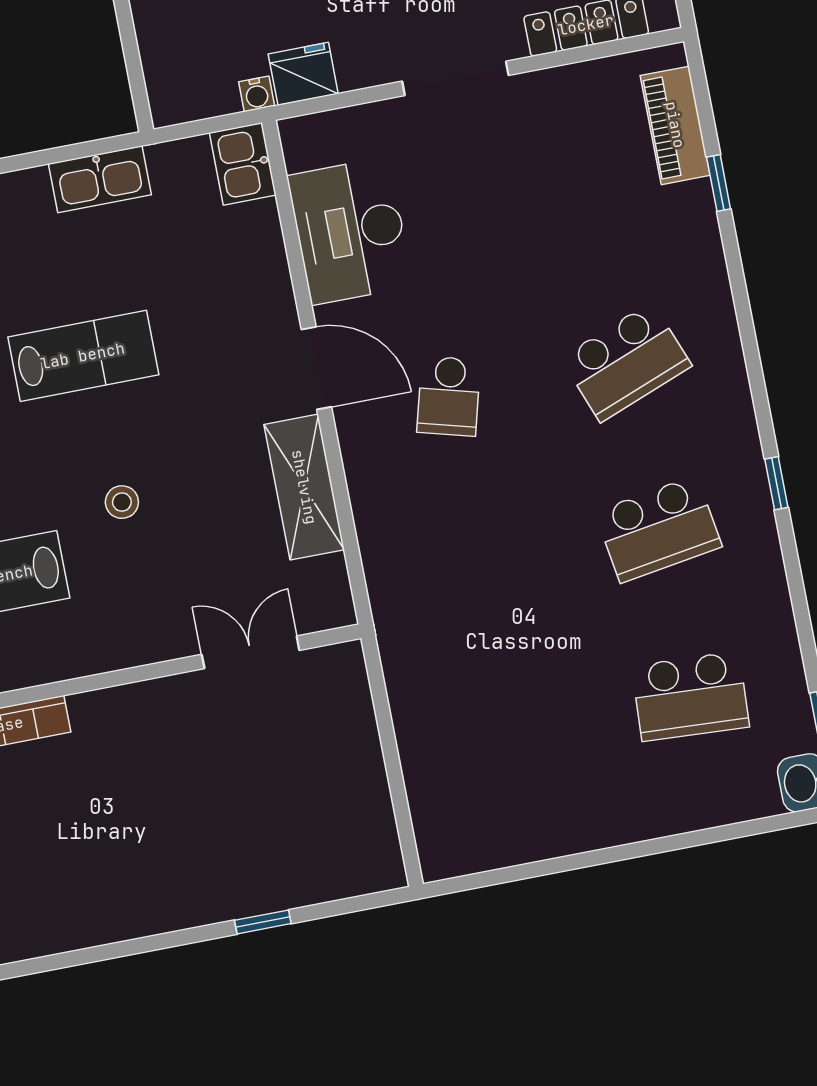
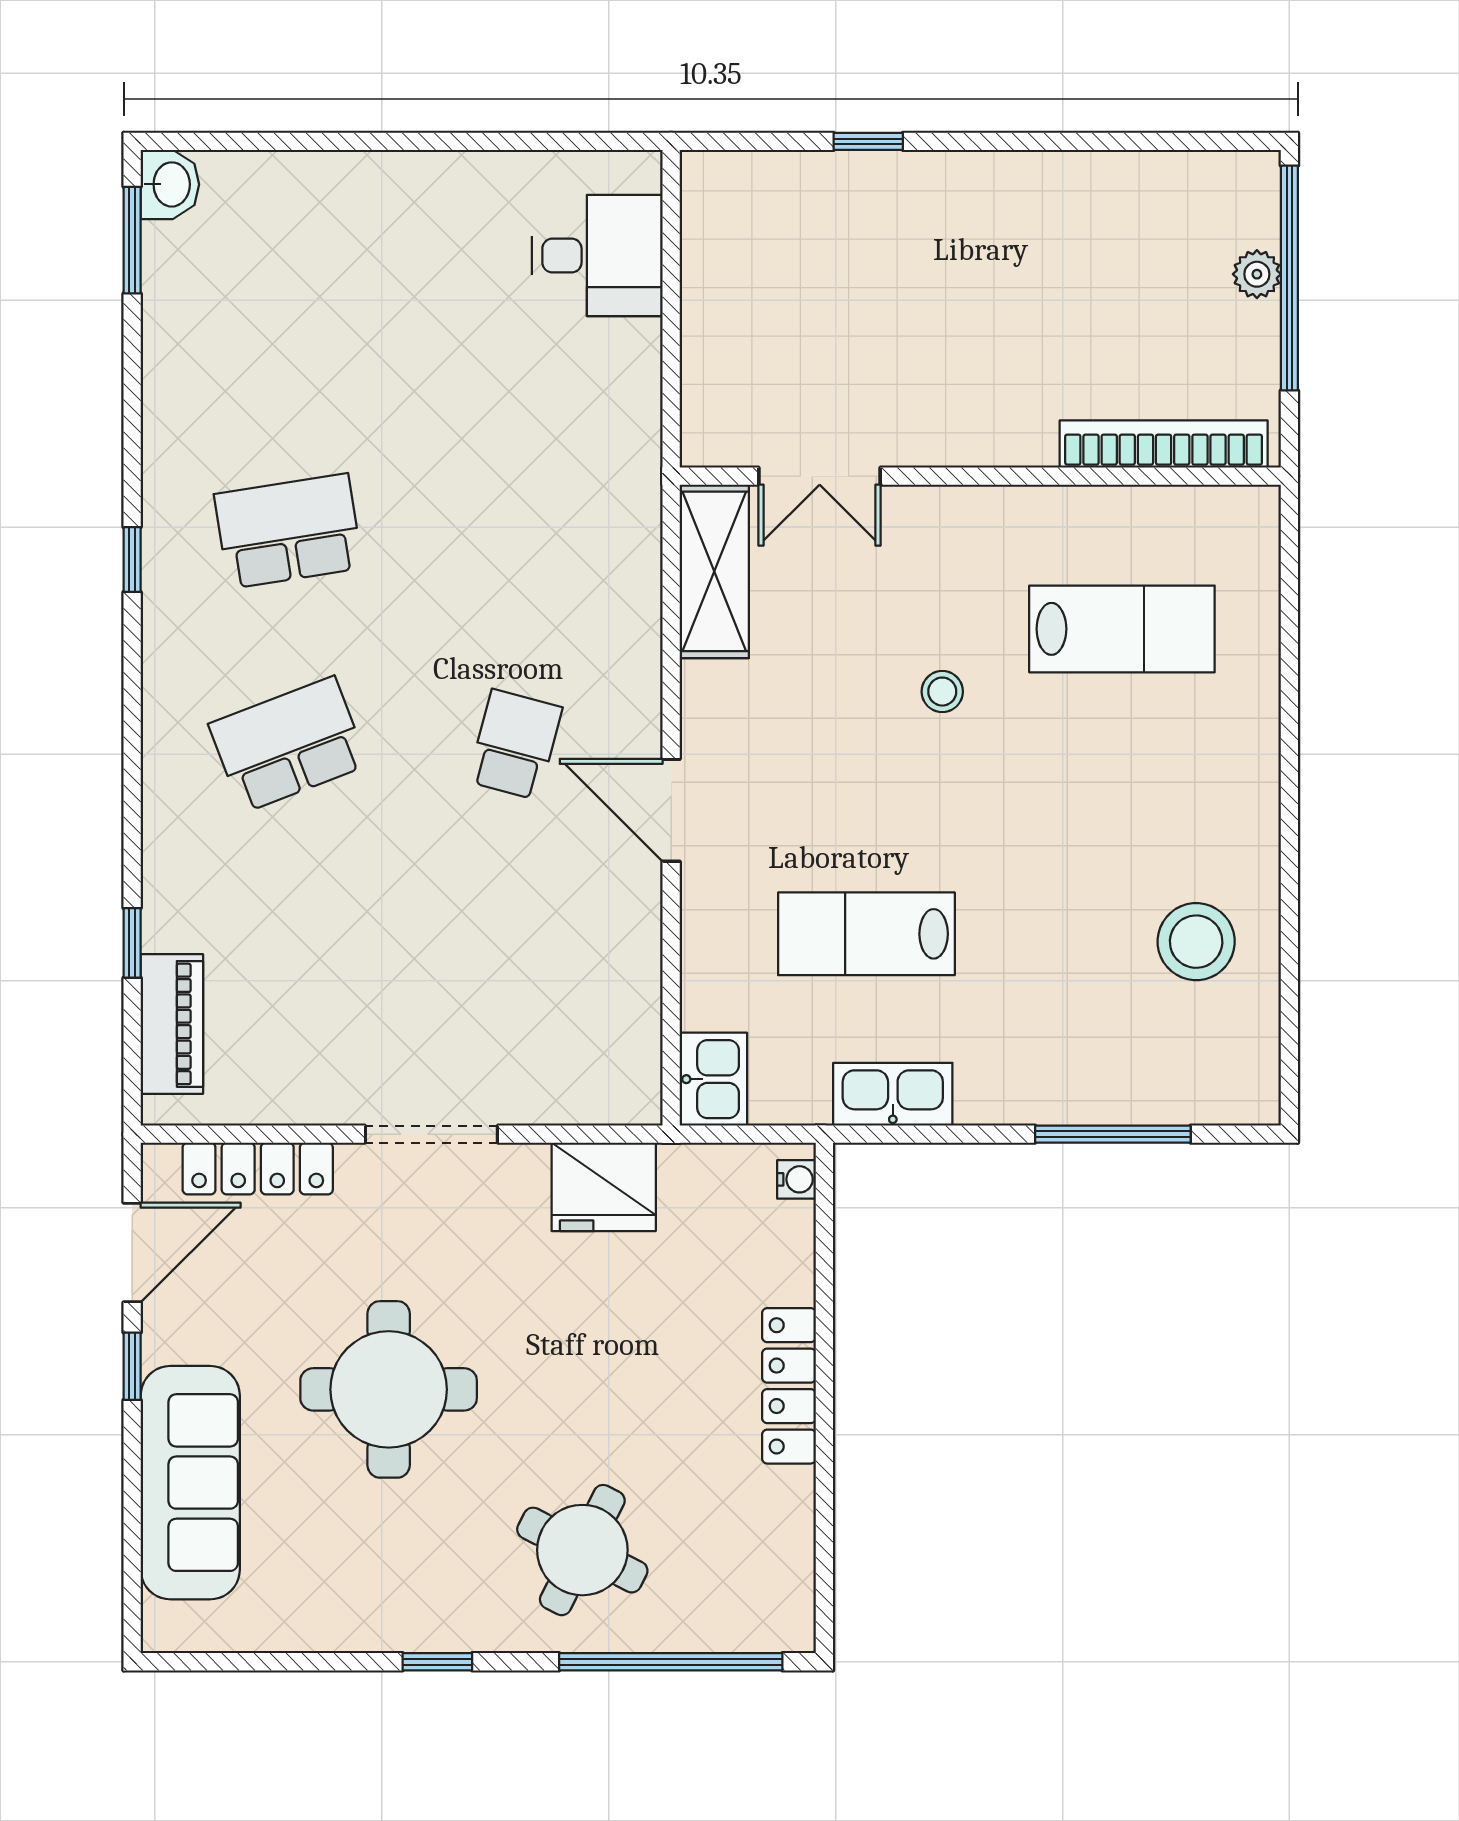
fridge: (303, 74) -> (604, 1187), width x1.36, depth x1.34
water cooler: (257, 94) -> (796, 1179), moved, turned 90
desk: (350, 231) -> (597, 256), moved, width x0.73
lab bench: (83, 356) -> (866, 934), moved
shelving: (304, 487) -> (714, 571), moved
school desk: (691, 696) -> (288, 318), removed

